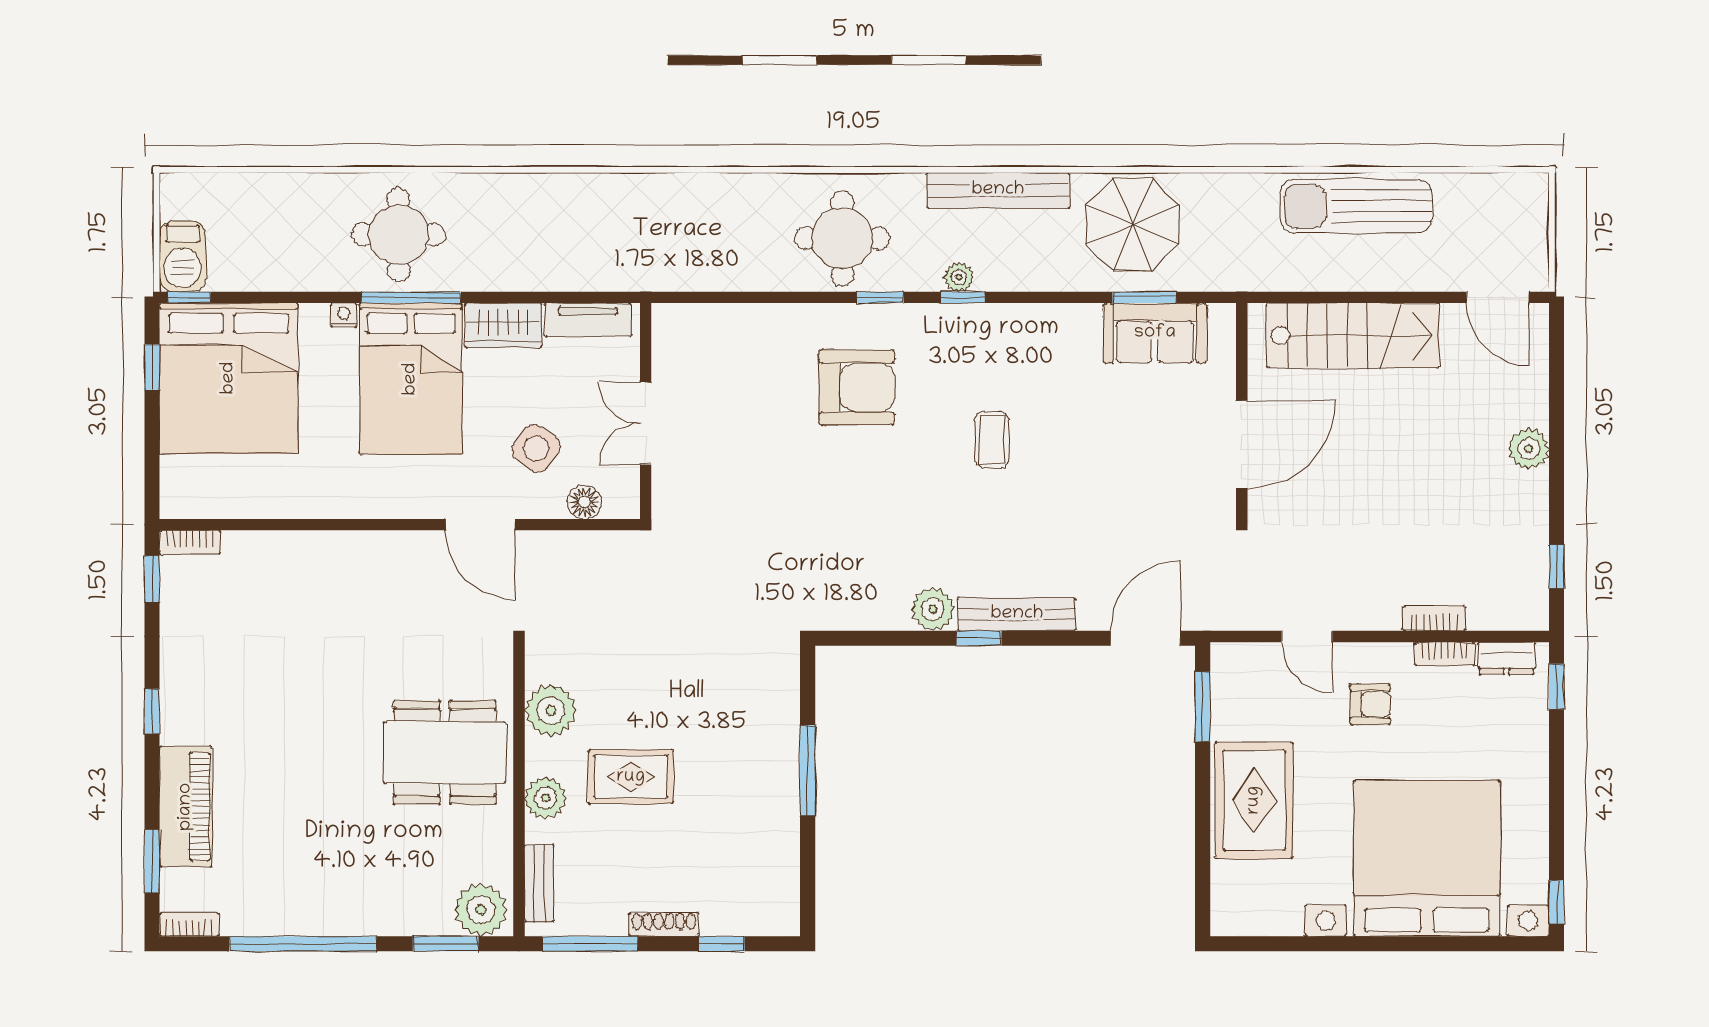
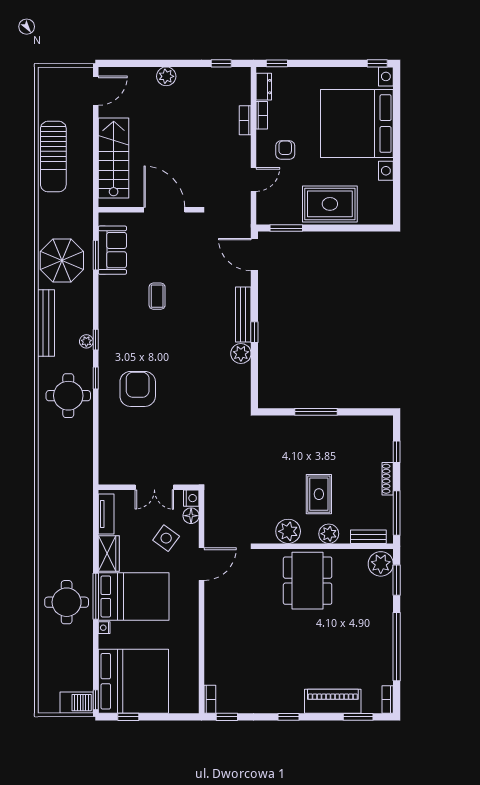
coffee table: (992, 440) -> (157, 296), moved, turned 90
nightstand: (622, 503) -> (191, 498), added

